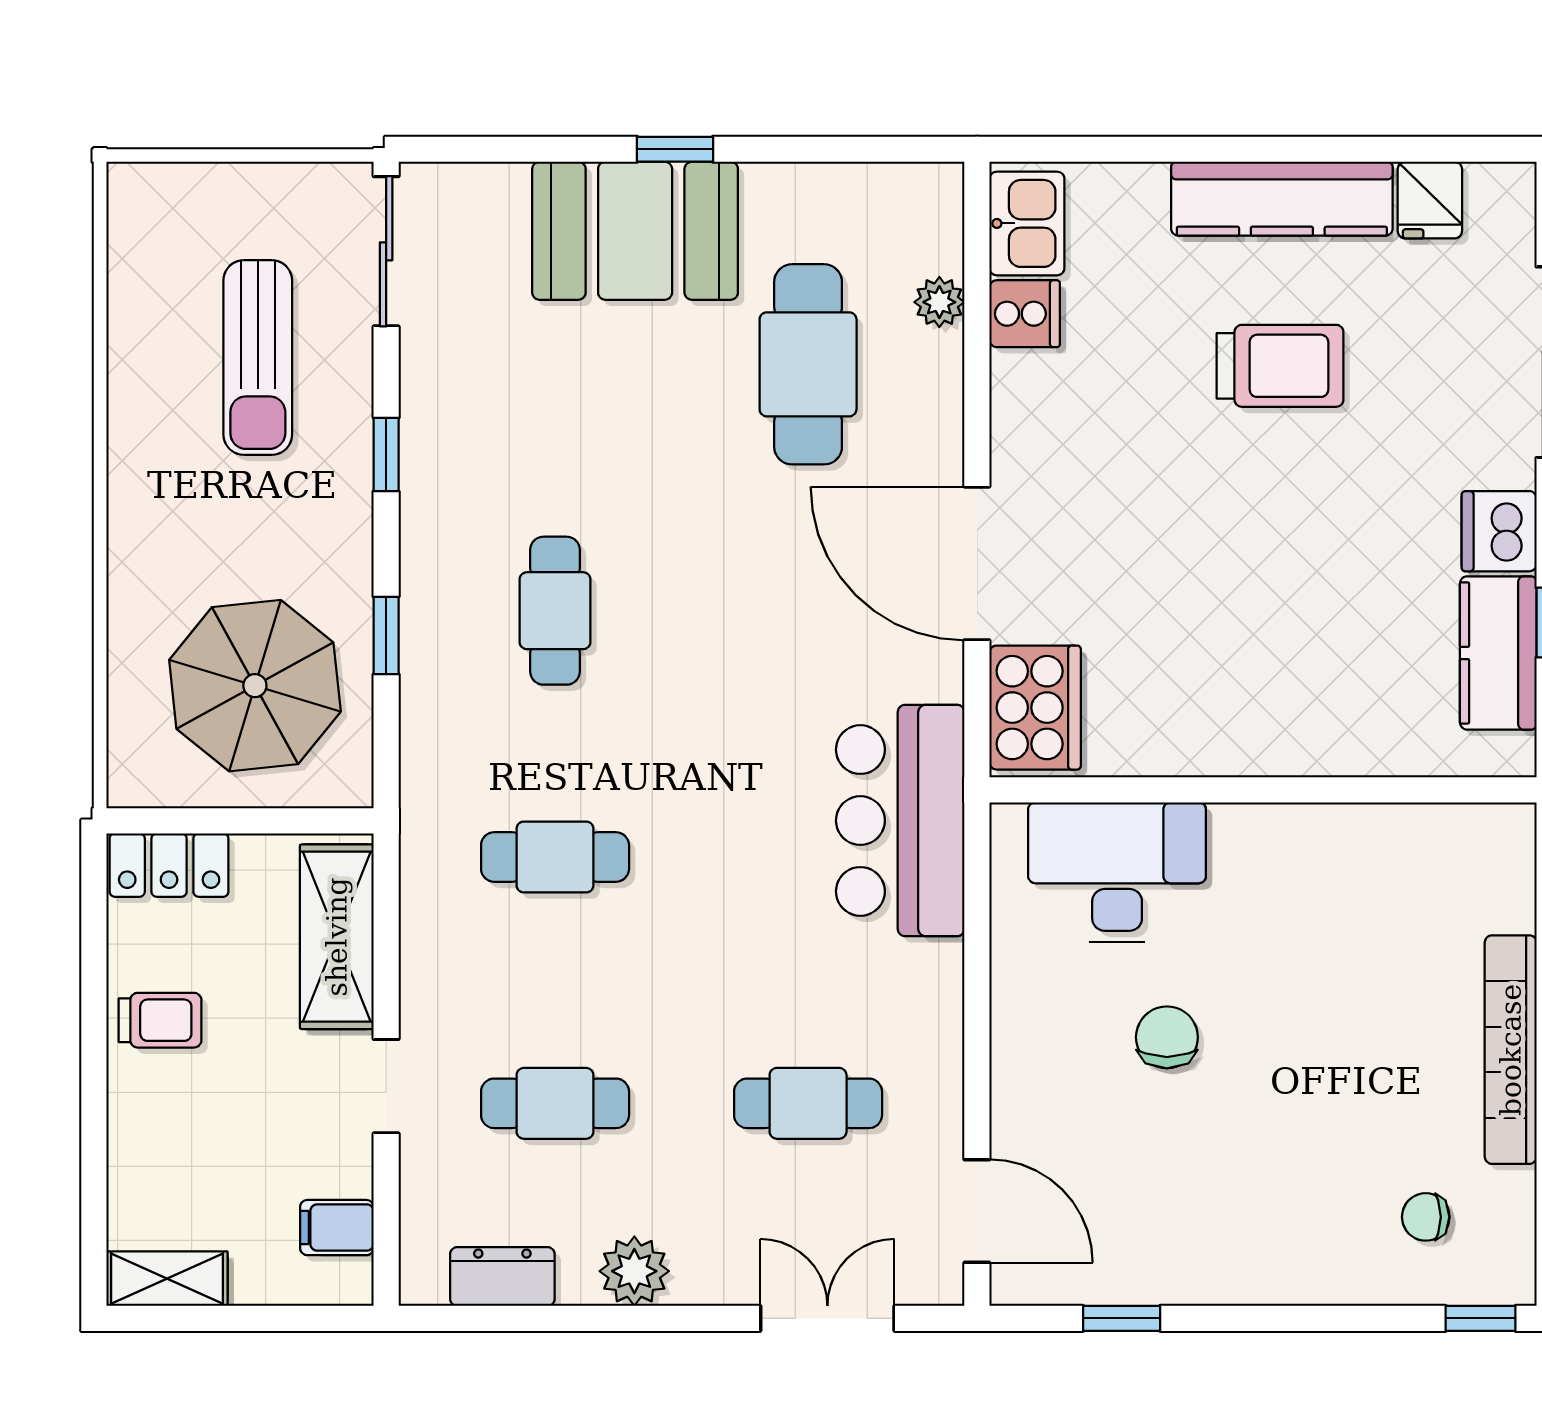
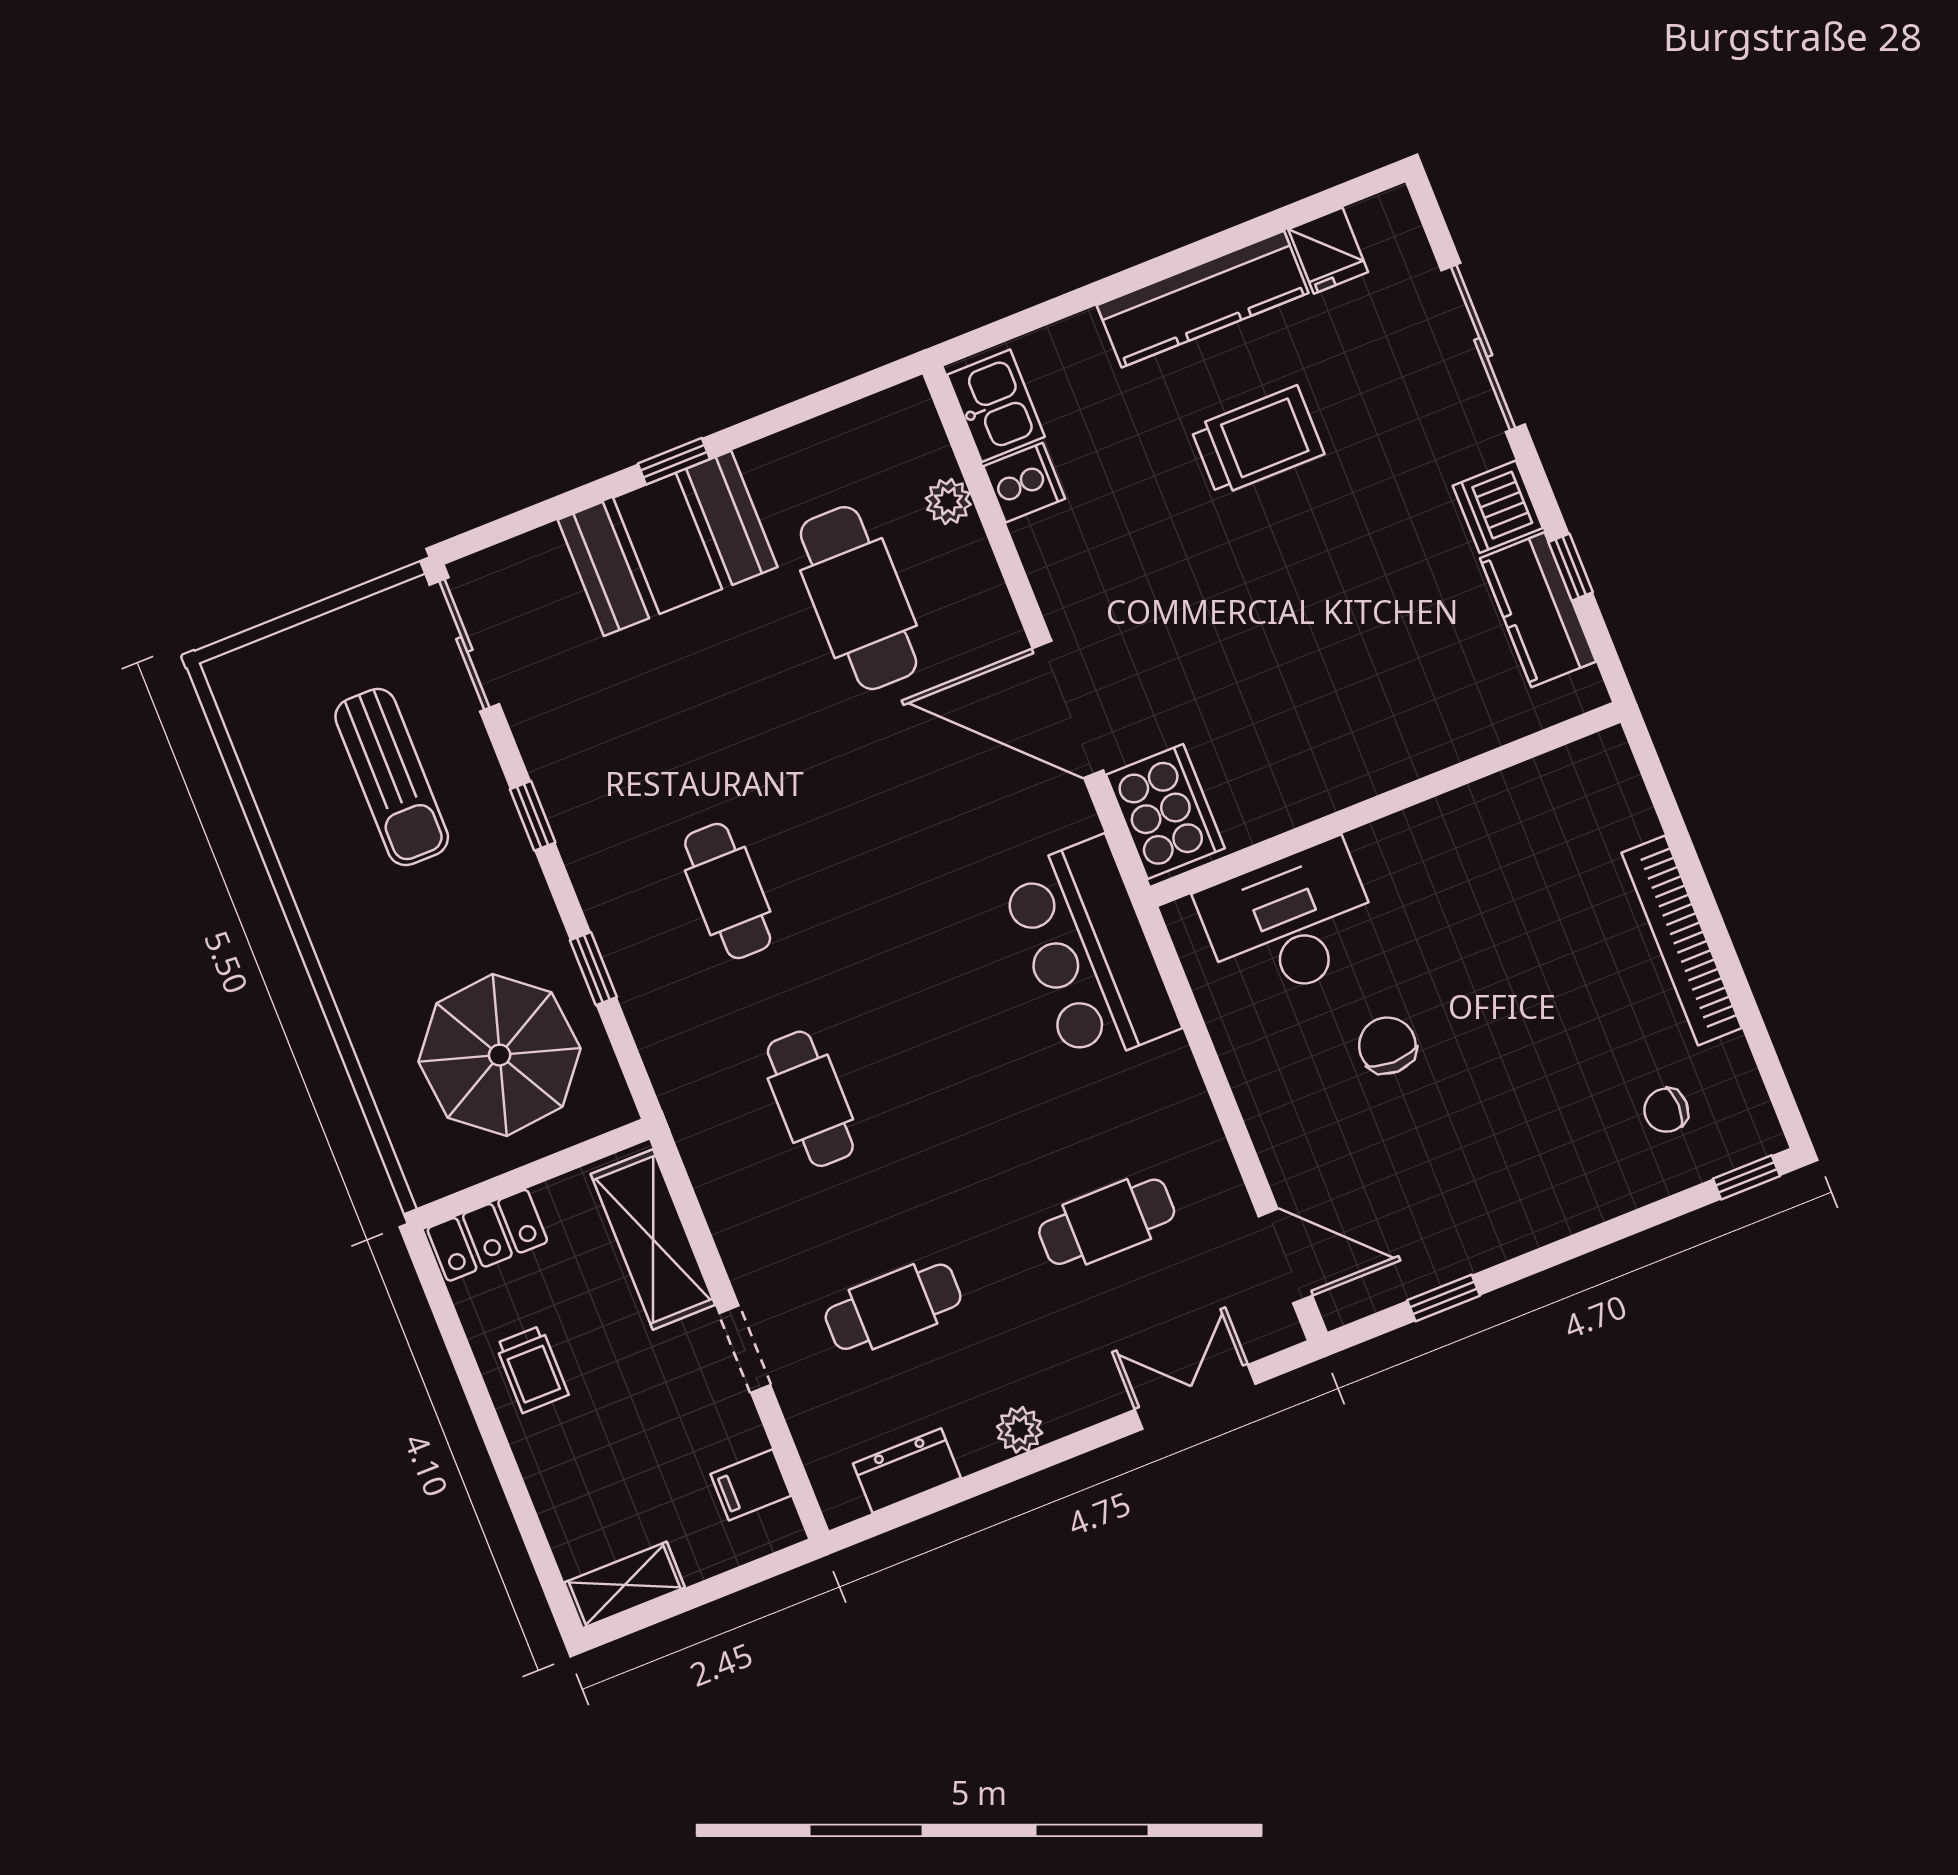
cafe table: (555, 857) -> (810, 1099), turned 90
trolley: (160, 1020) -> (532, 1369), turned 90
plant: (634, 1271) -> (1020, 1430), width x0.73, depth x0.73

